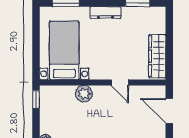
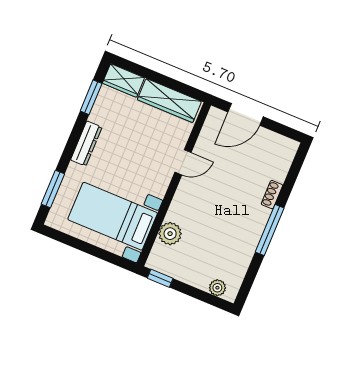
wardrobe: (158, 20) -> (123, 81), added
plant: (84, 94) -> (170, 234), moved

